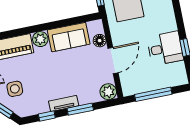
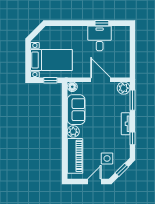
floor lamp: (100, 41) -> (72, 87), moved
window: (153, 94) -> (133, 54), removed
window: (80, 109) -> (133, 100), moved

